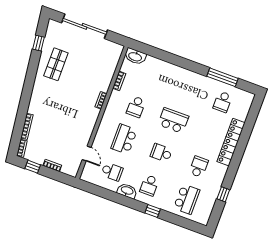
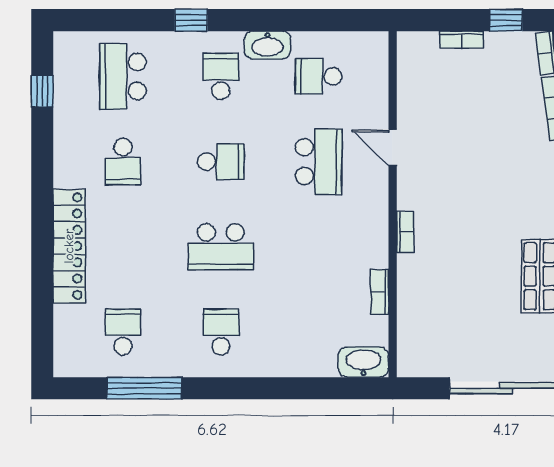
school desk: (136, 107) -> (221, 332), moved
door: (87, 153) -> (393, 148), moved
window: (223, 194) -> (42, 91), moved

